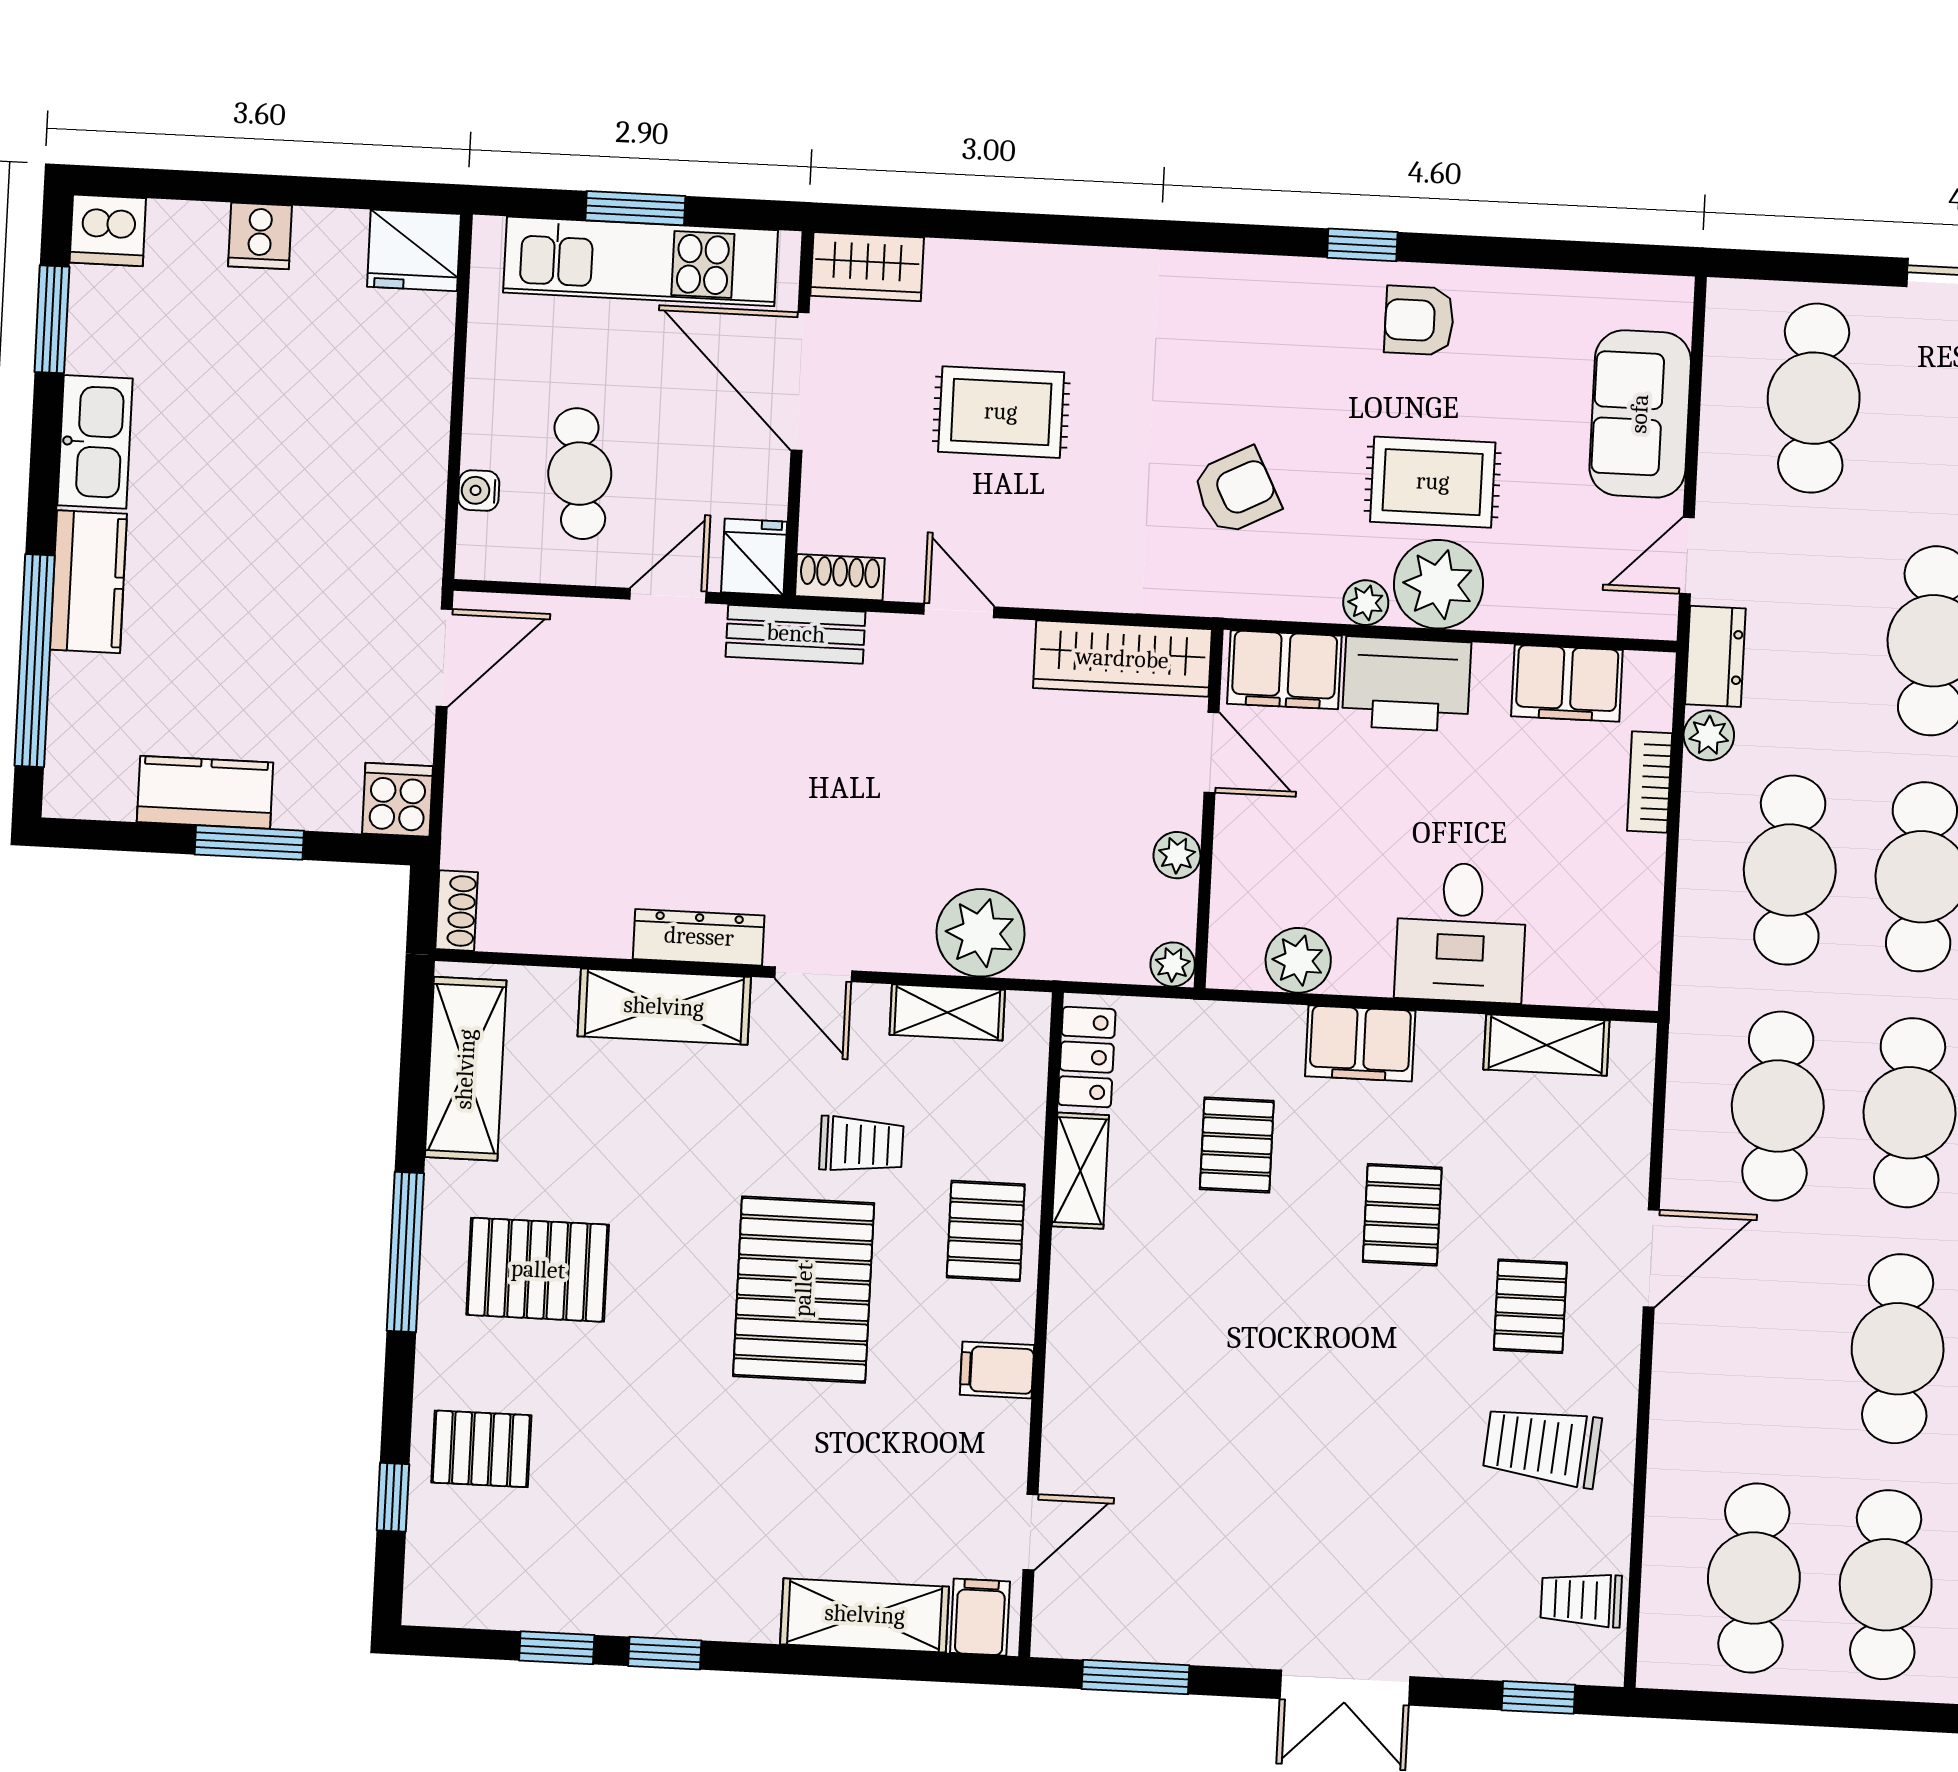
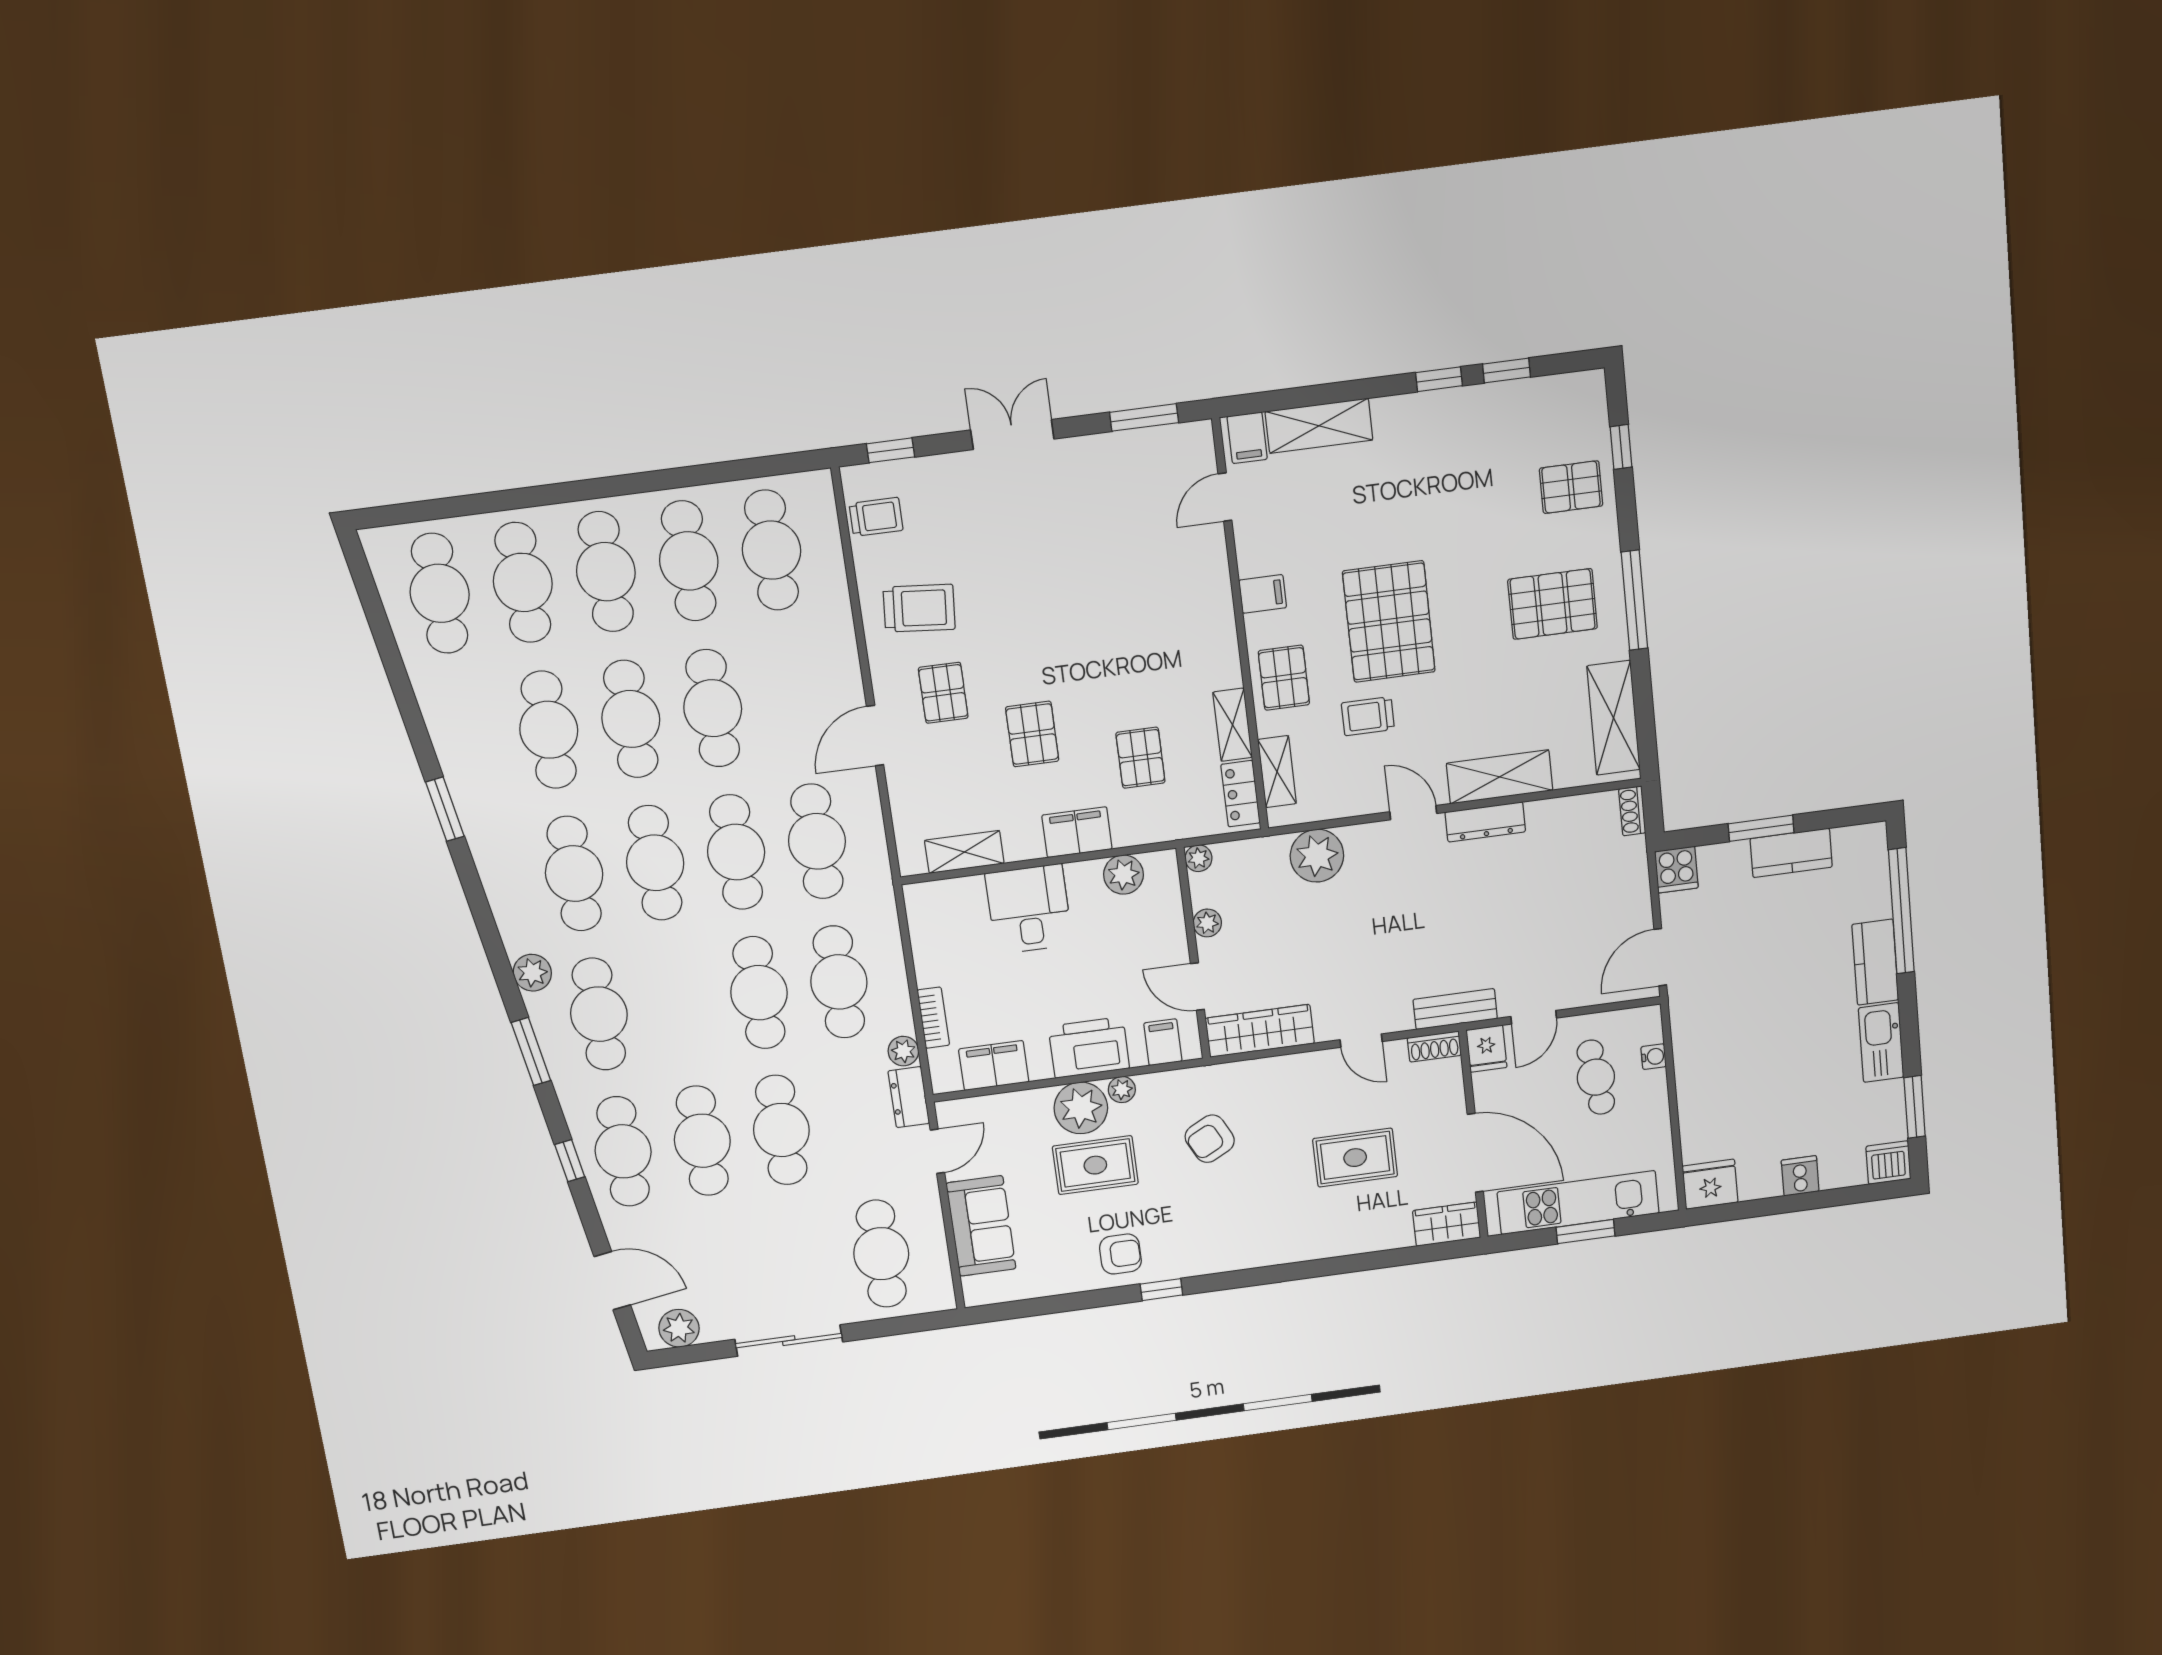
filing cabinet: (1284, 670) -> (1163, 1042), width x0.50
shelving: (947, 1012) -> (1277, 772), moved, turned 90

